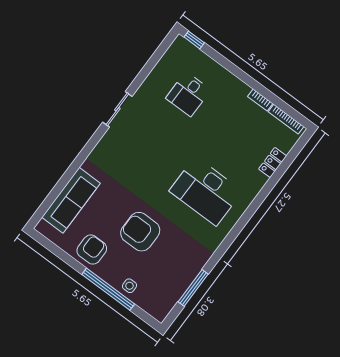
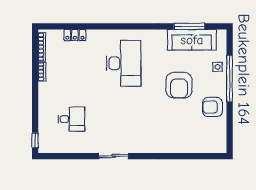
sofa: (71, 200) -> (192, 40), moved, turned 180

